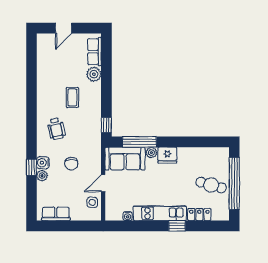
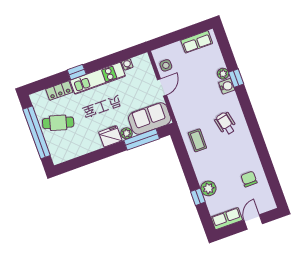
row of seats: (94, 52) -> (227, 219), moved, turned -90
coffee table: (72, 97) -> (197, 140), moved
window: (106, 125) -> (198, 197), moved
chair: (71, 164) -> (249, 179), moved

